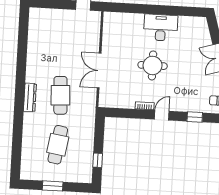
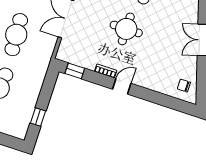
window: (195, 117) -> (75, 71), moved

